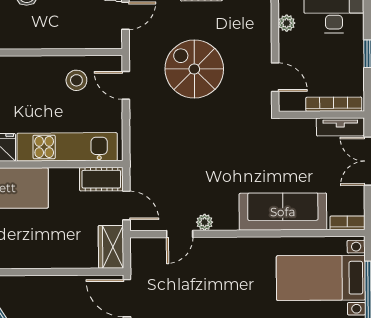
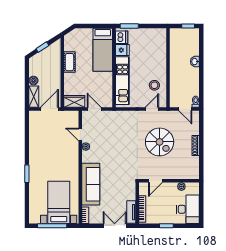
spiral stairs: (194, 69) -> (160, 142), turned 90
cot: (101, 179) -> (70, 62), moved
door: (126, 205) -> (94, 109), swing flipped

